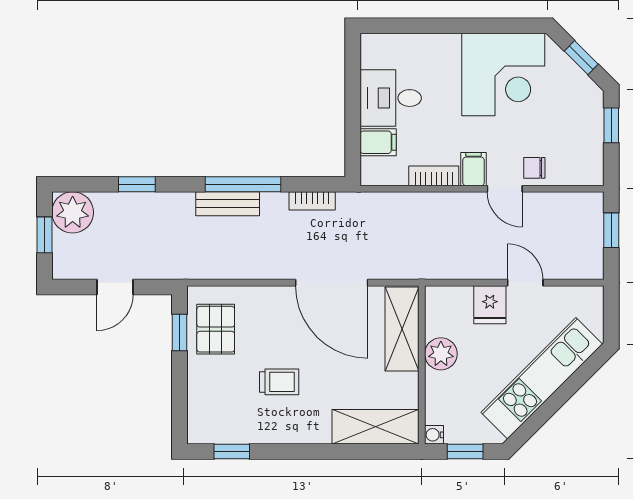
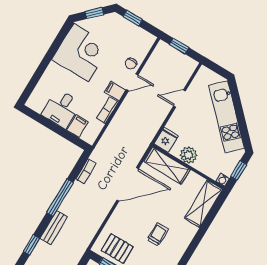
bench: (228, 204) -> (54, 228), moved
fridge: (490, 305) -> (166, 140), moved, turned -90

